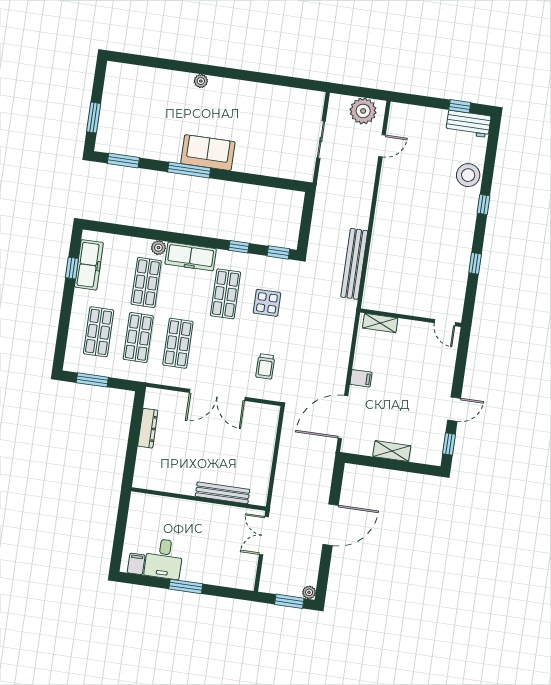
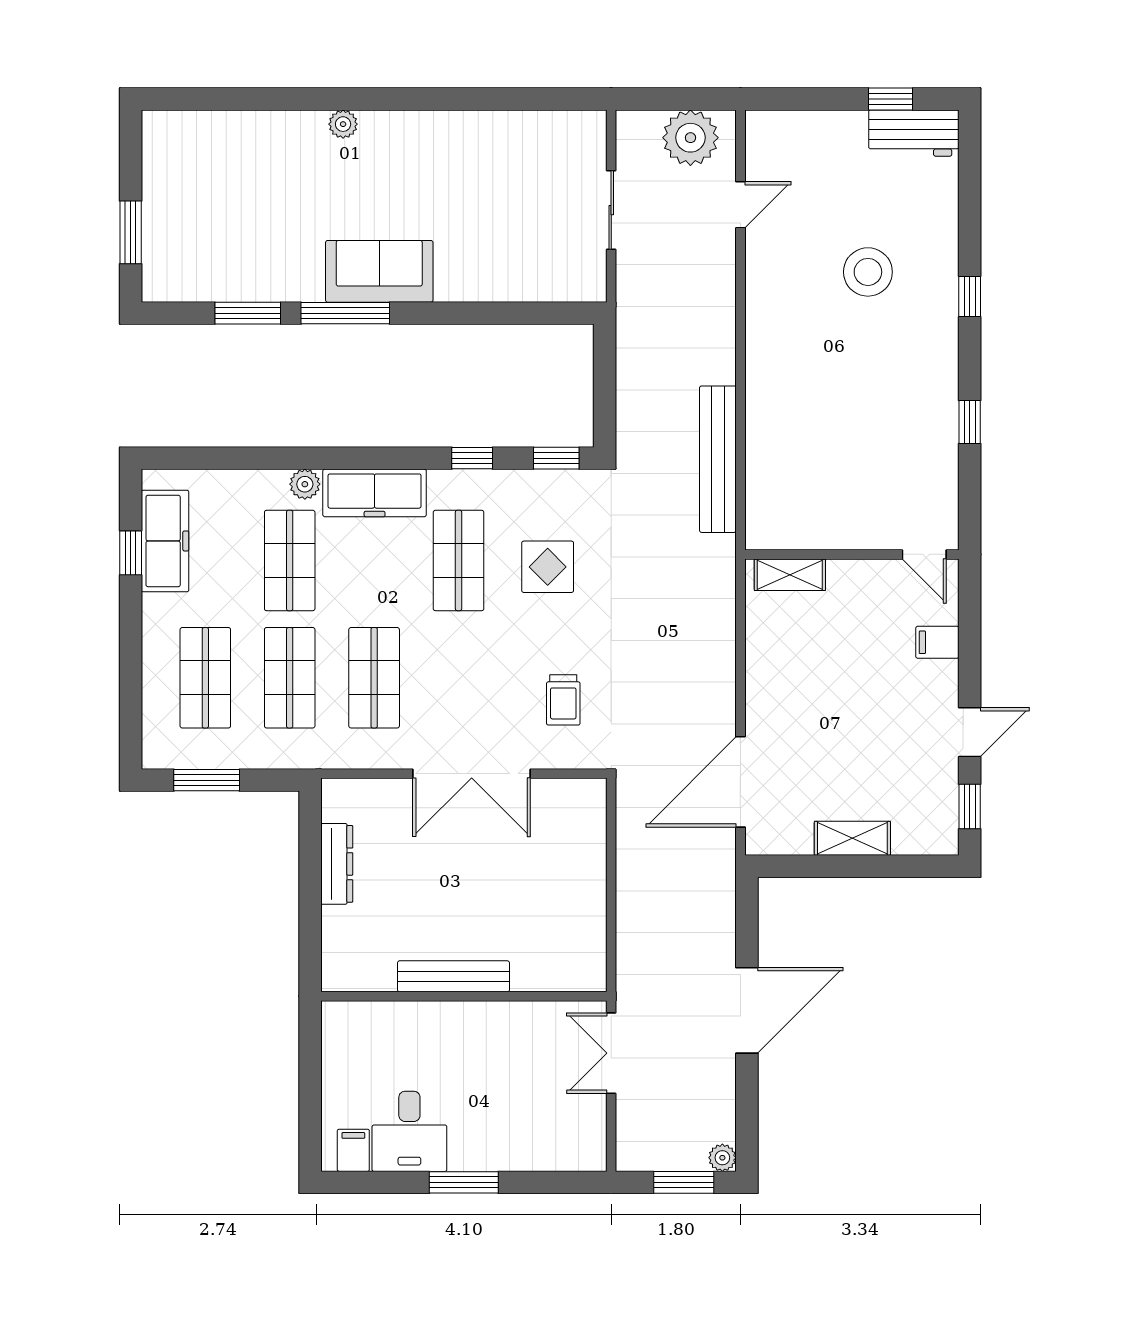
window: (123, 160) -> (248, 313), moved
stool: (468, 175) -> (868, 272), moved
filing cabinet: (361, 378) -> (937, 642), moved, turned 180
bench: (223, 493) -> (453, 976), moved

